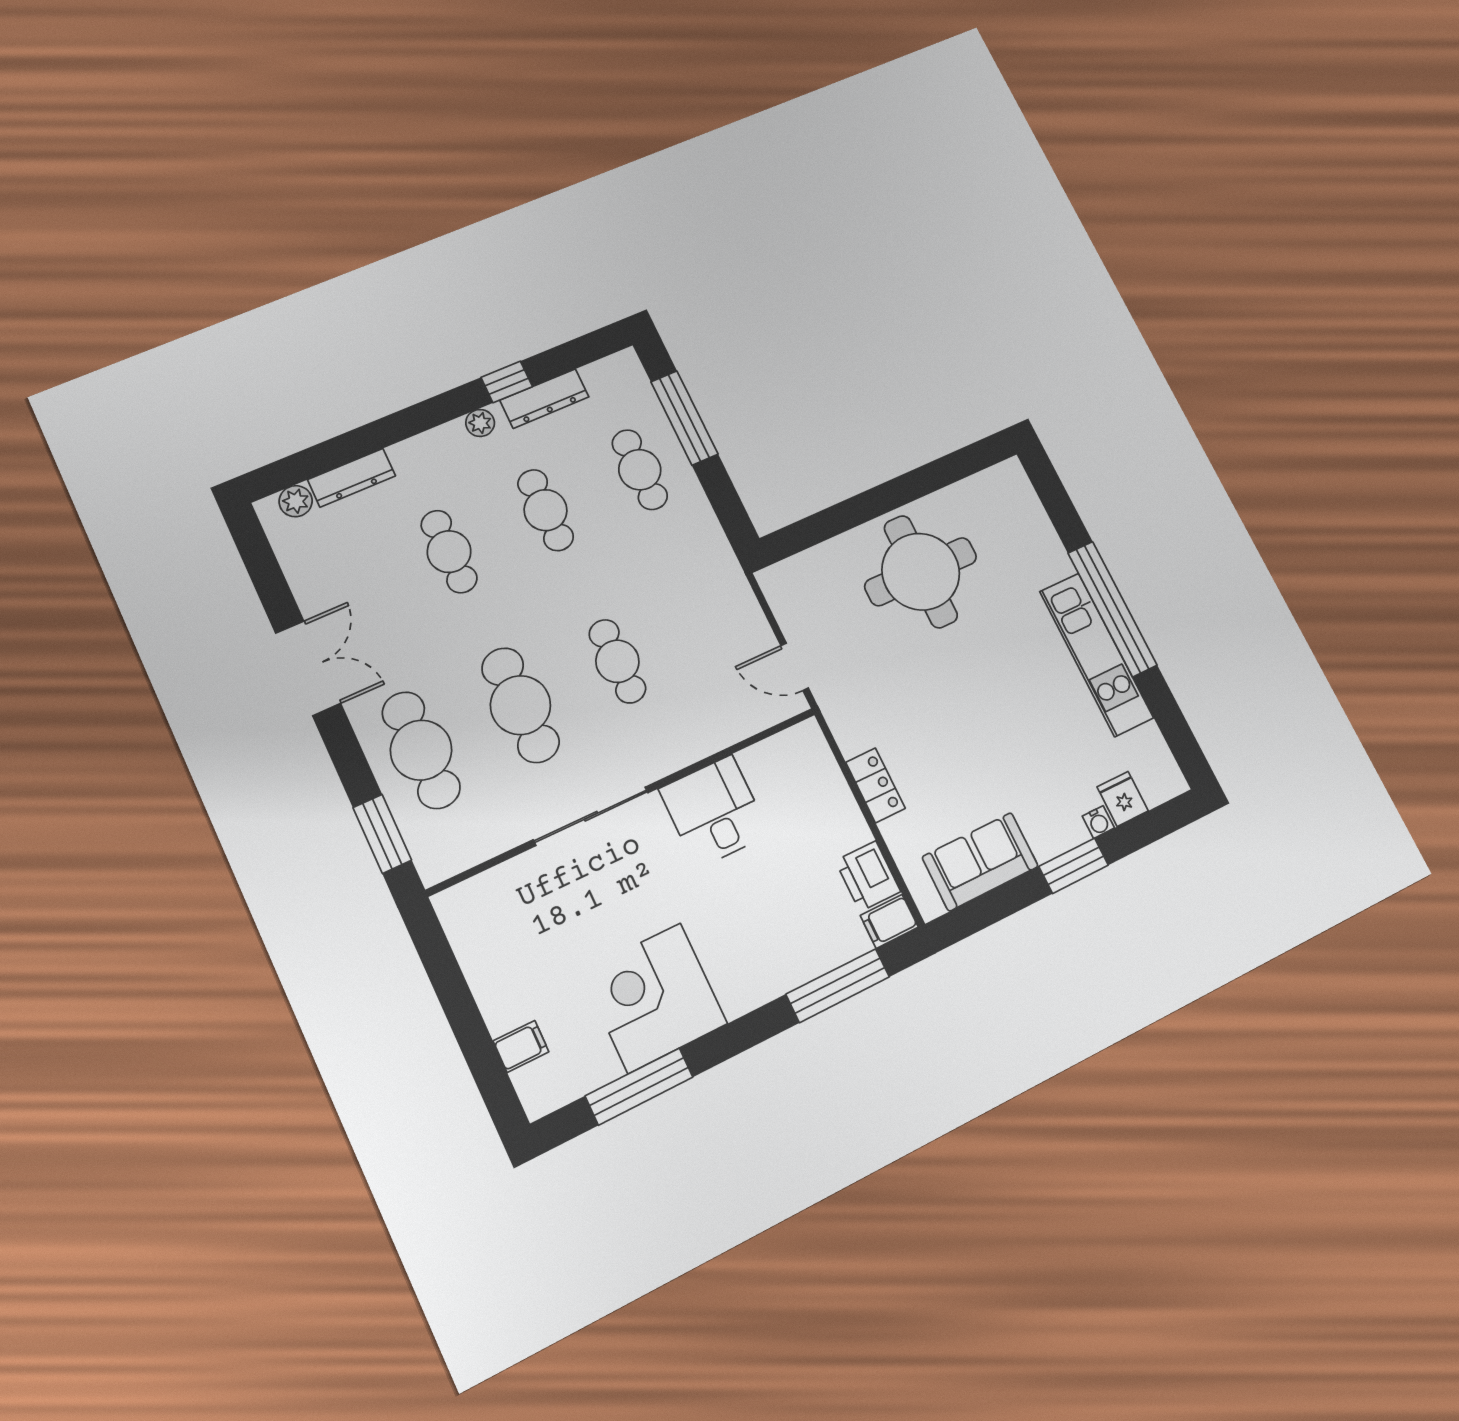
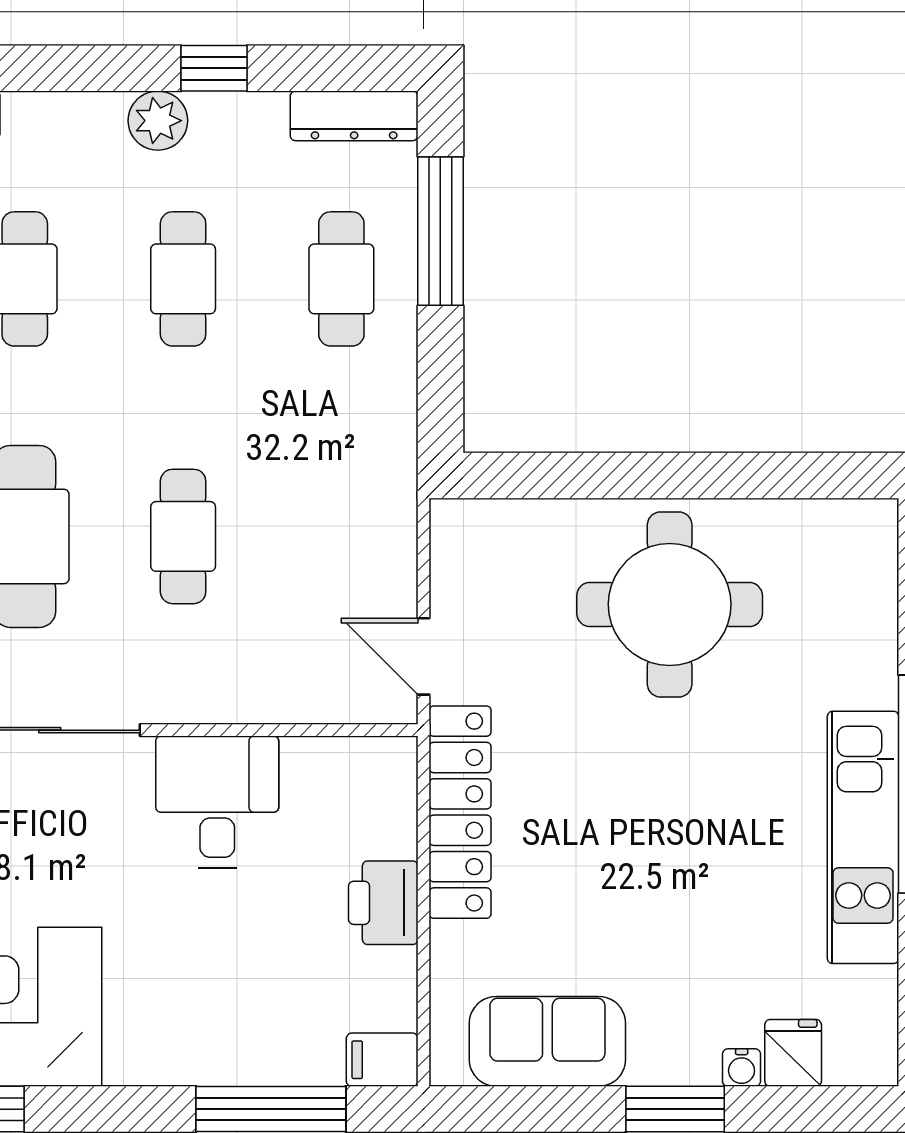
dresser: (544, 399) -> (354, 116), moved
plant: (480, 423) -> (158, 121), width x1.38, depth x1.38
locker: (875, 785) -> (460, 812), width x2.16, depth x1.21
printer: (868, 876) -> (383, 903), moved

